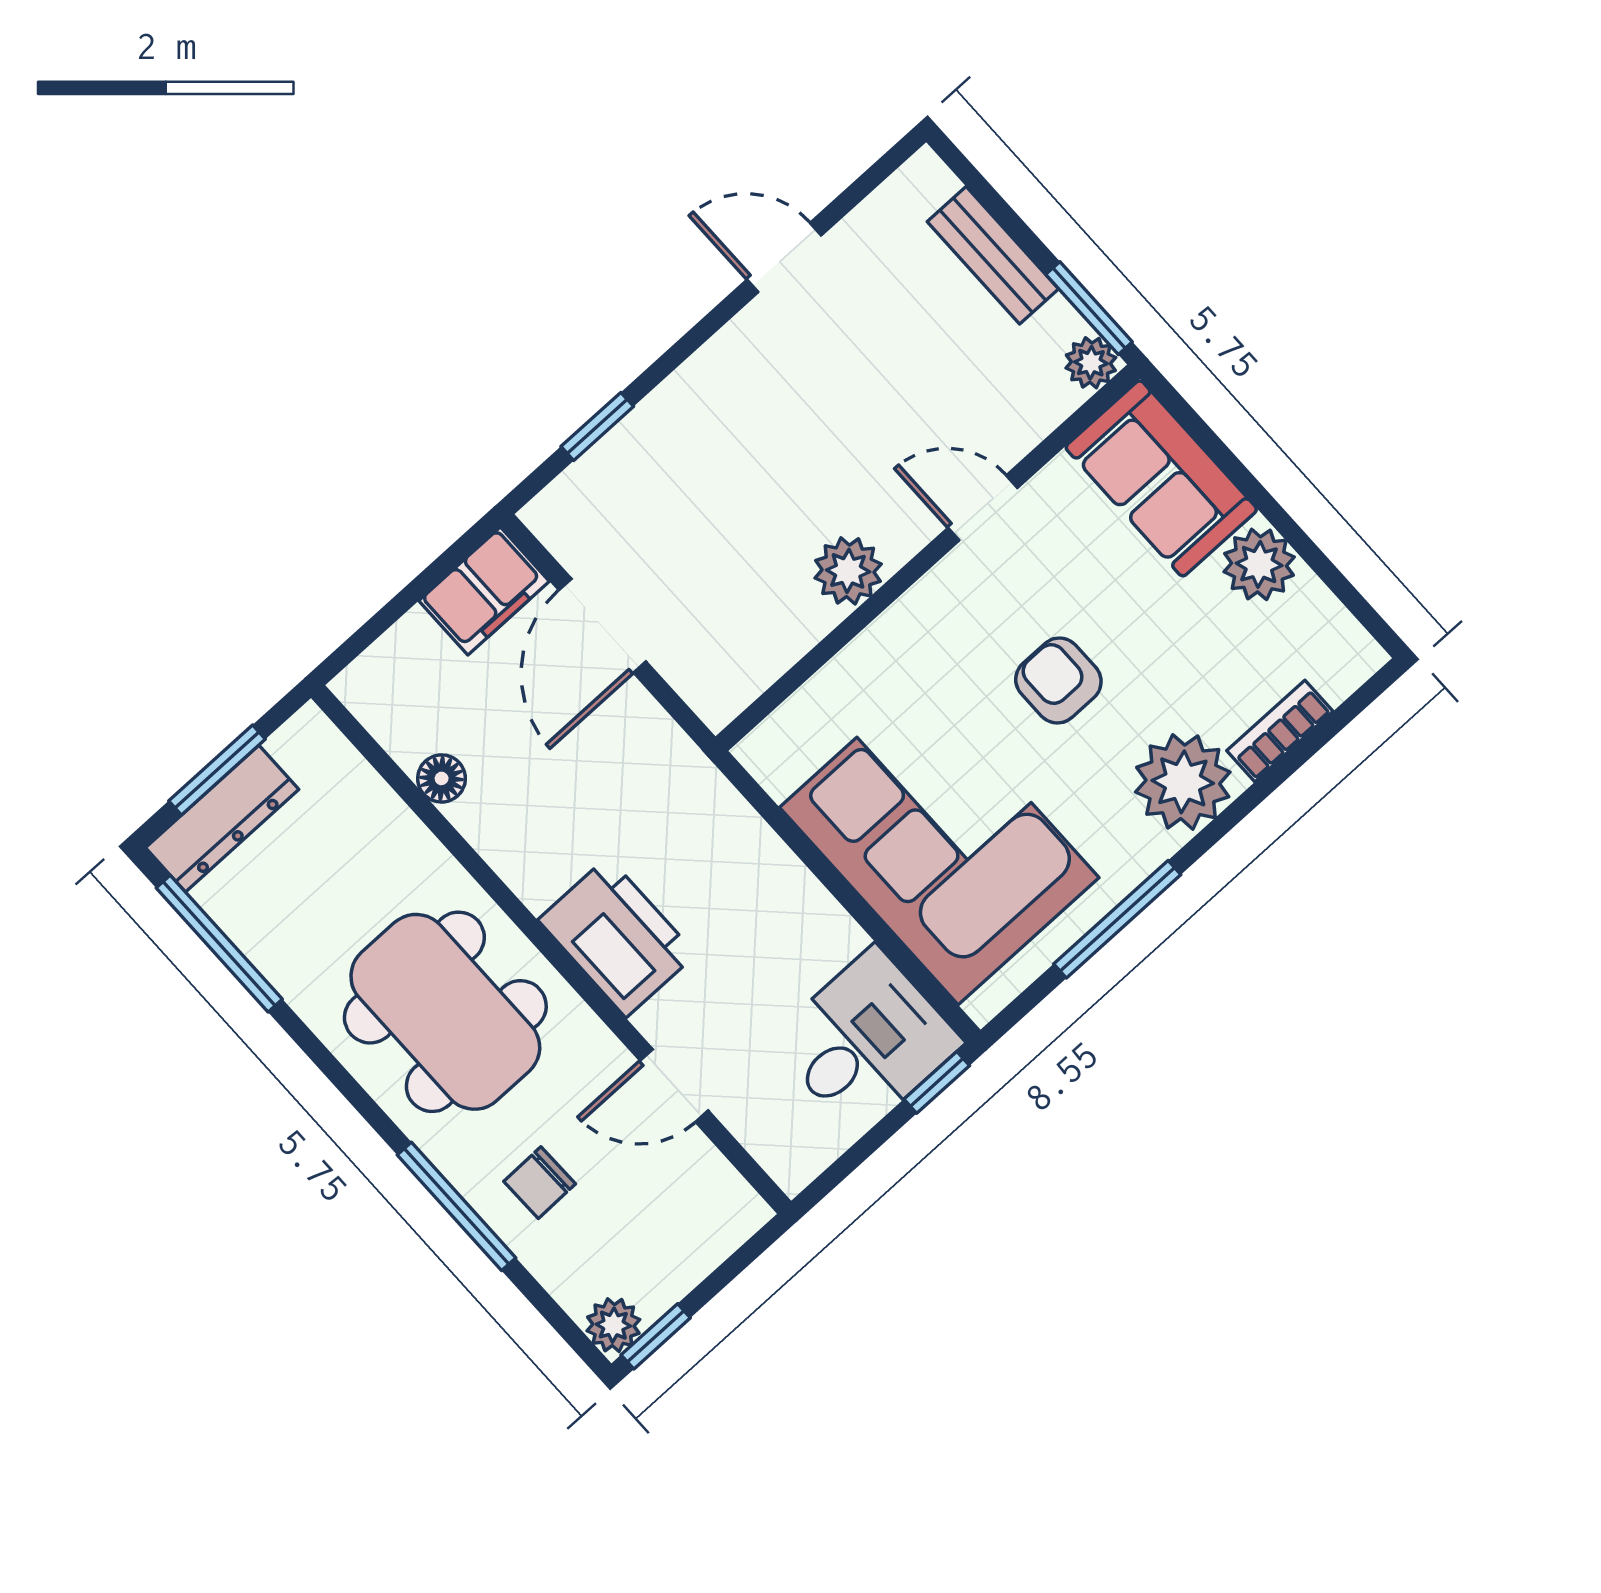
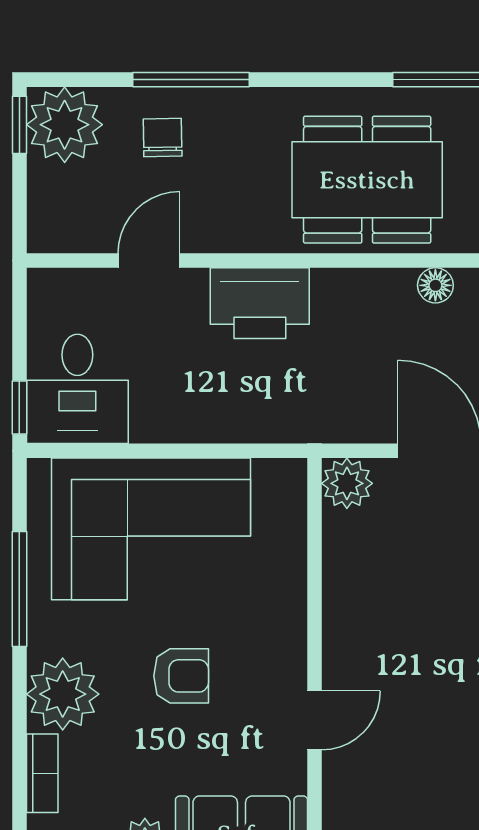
plant: (848, 571) -> (347, 483), moved
dining table: (445, 1012) -> (367, 180), moved
plant: (613, 1325) -> (65, 125), width x1.88, depth x1.88

